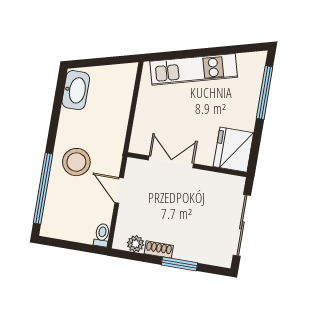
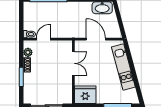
door: (132, 112) -> (96, 39), added
stool: (76, 162) -> (65, 14), removed
door: (119, 190) -> (43, 39), moved

